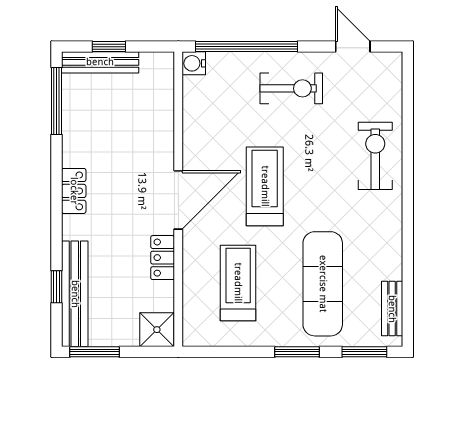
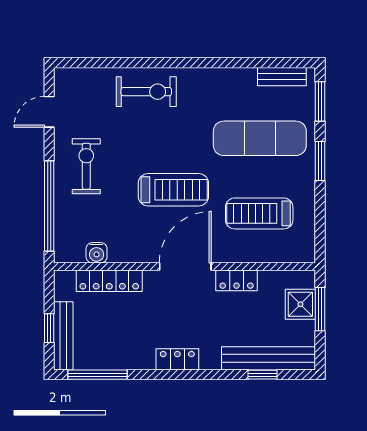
water cooler: (194, 63) -> (97, 253), moved
locker: (162, 114) -> (109, 281), added
exercise bike: (375, 156) -> (146, 92), turned 180
treadmill: (265, 186) -> (173, 190), turned 180
door: (178, 200) -> (185, 267), hinge flipped
shower: (157, 330) -> (300, 304), moved
window: (95, 352) -> (320, 309), moved

